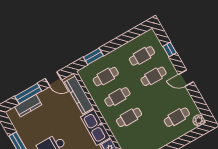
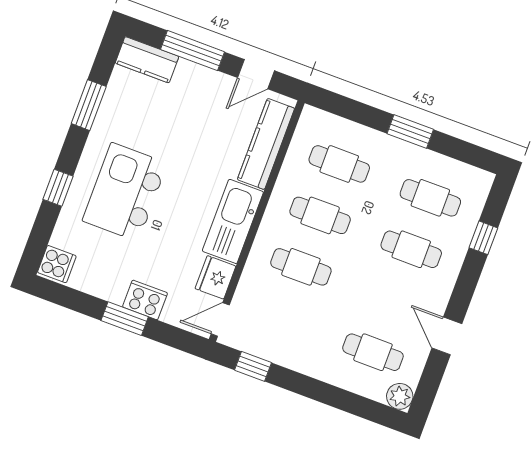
window: (93, 56) -> (410, 132), moved
door: (186, 78) -> (447, 336), moved
door: (53, 79) -> (256, 74), hinge flipped
kitchen counter: (28, 106) -> (147, 60), moved

